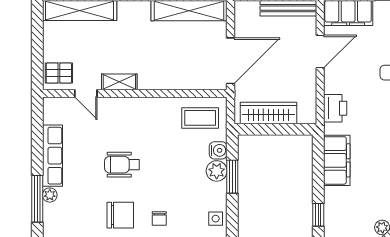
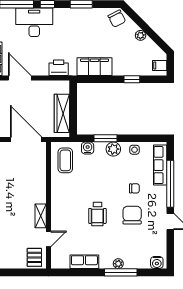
row of seats: (52, 156) -> (84, 262), width x0.68
plant: (217, 171) -> (113, 149), moved

